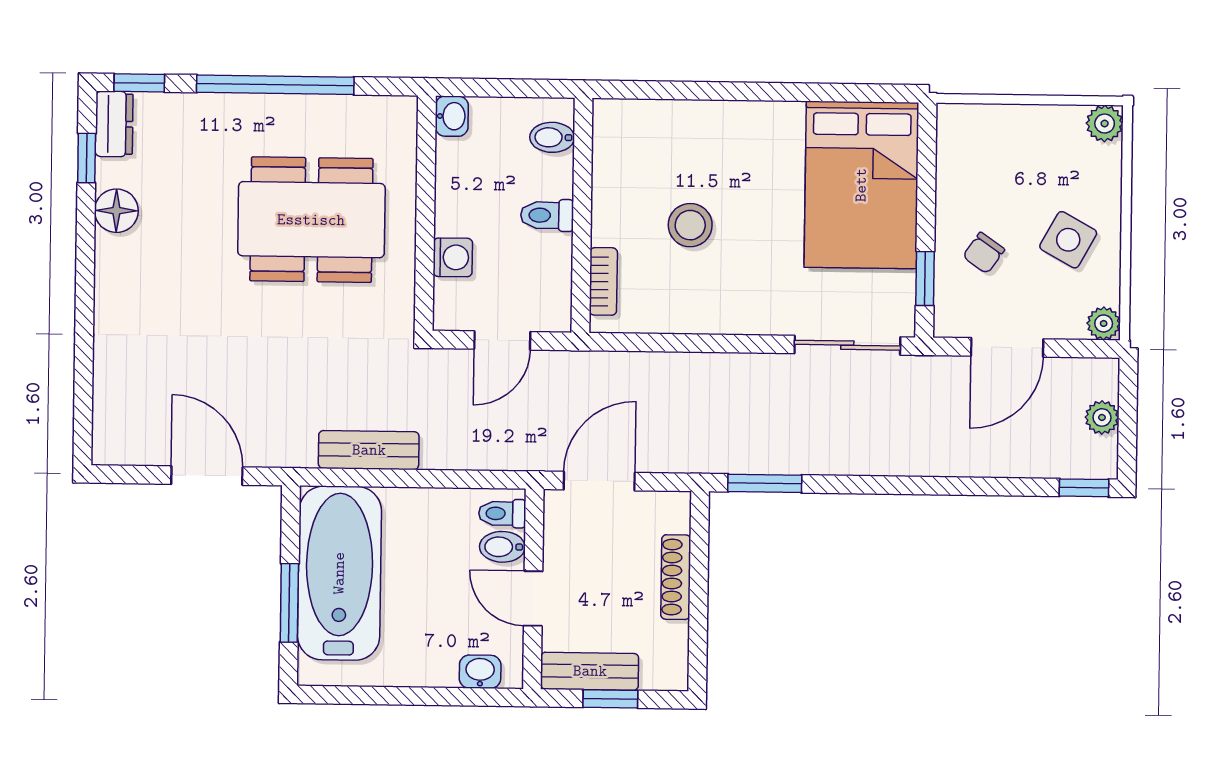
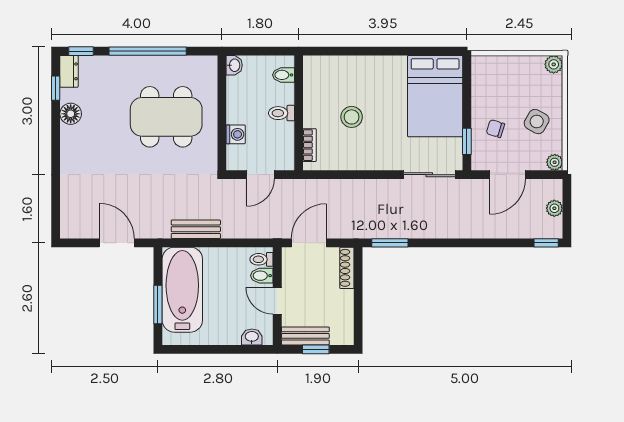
chair: (984, 253) -> (495, 129), turned 72
shoe rack: (676, 577) -> (347, 268), moved

